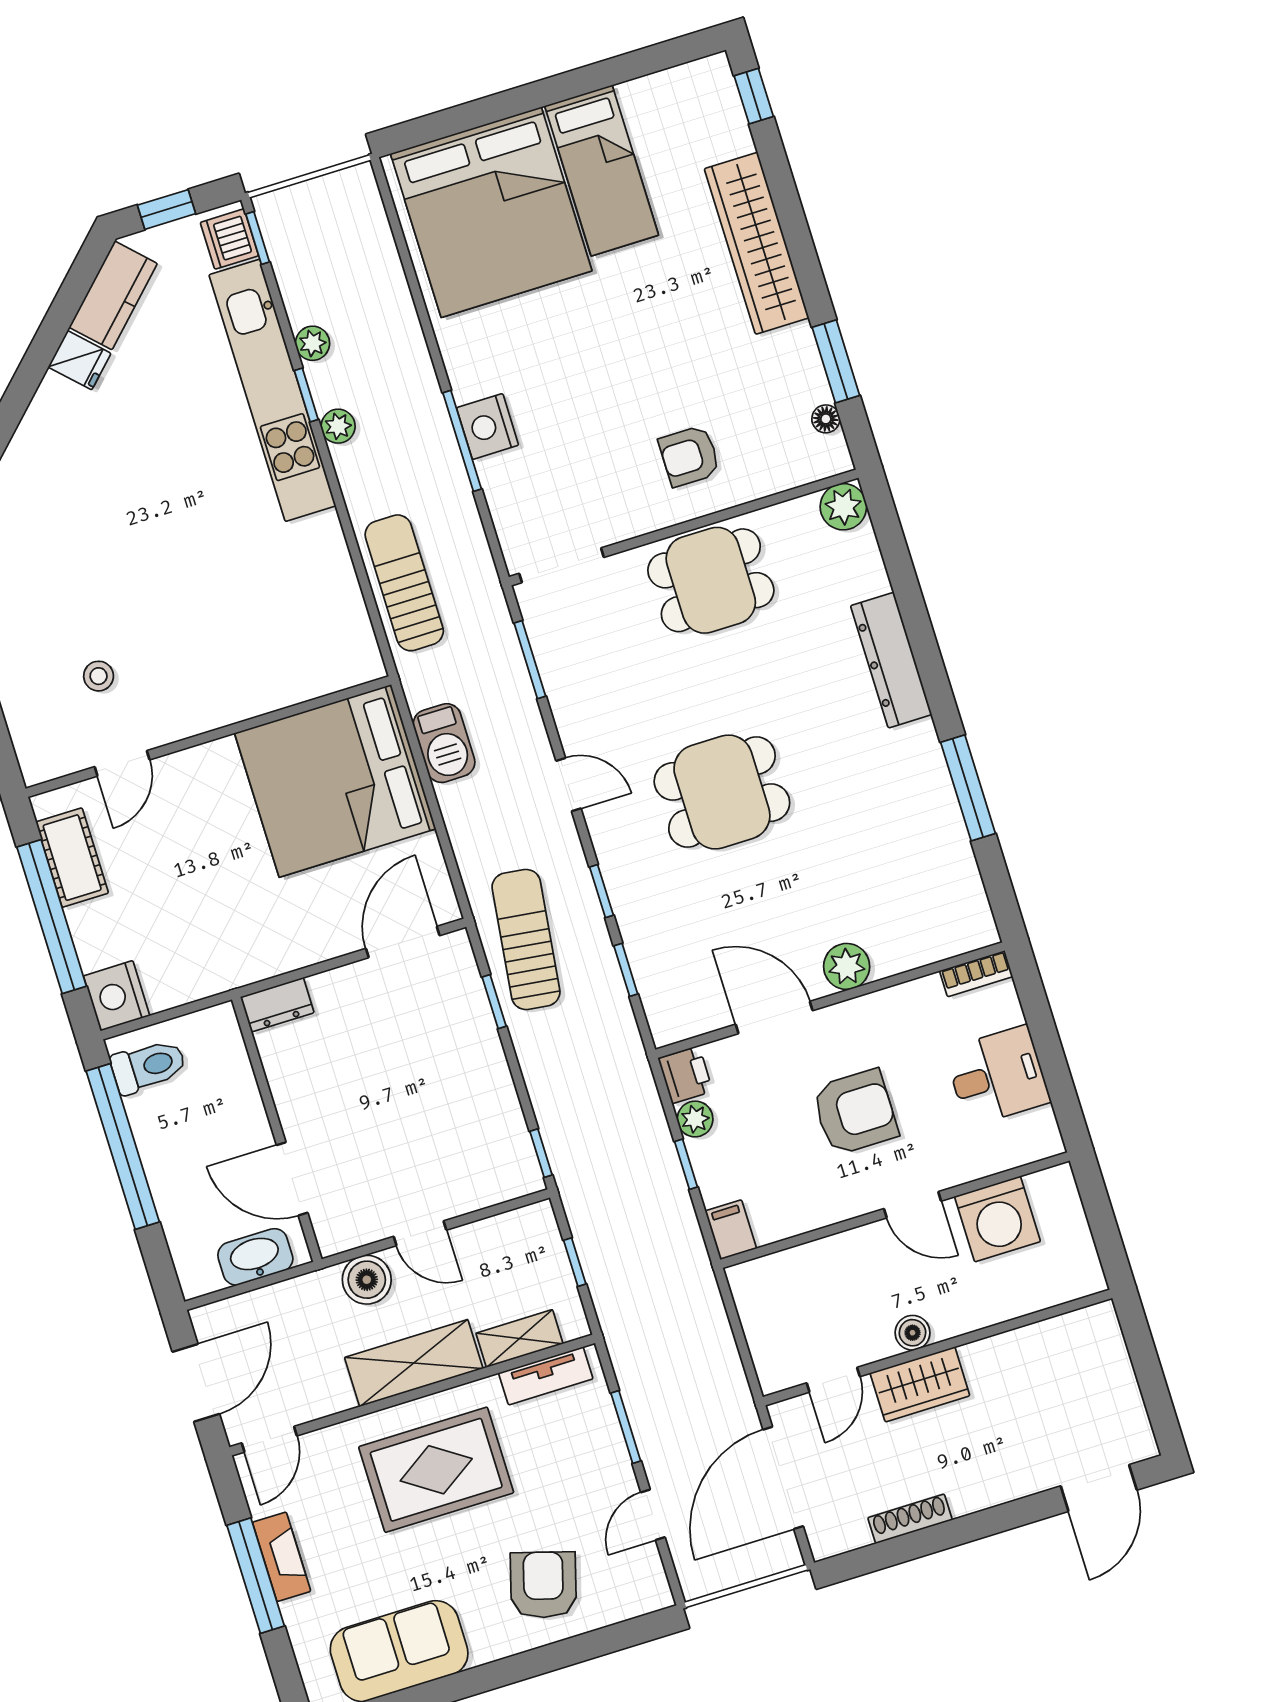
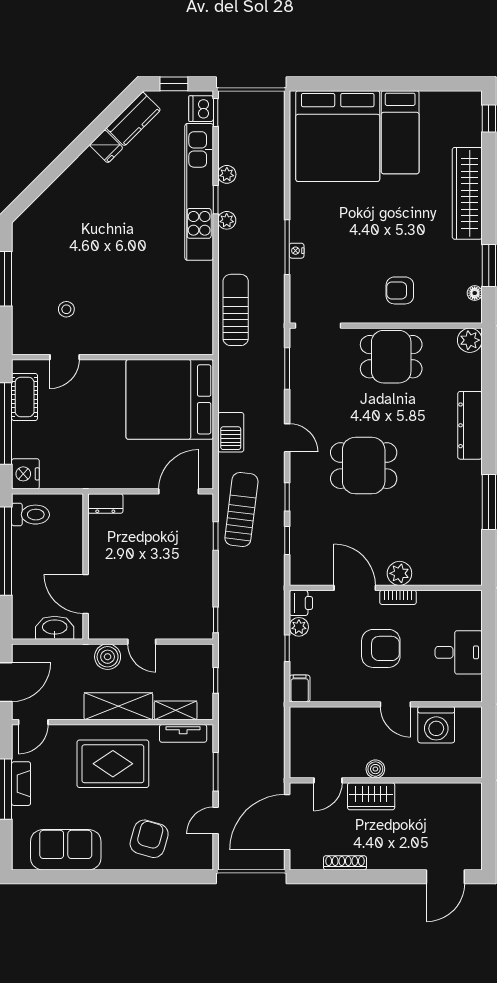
nightstand: (488, 426) -> (297, 251), width x0.53, depth x0.56
barbecue: (444, 743) -> (231, 432), moved
bookcase: (976, 974) -> (398, 597), moved

